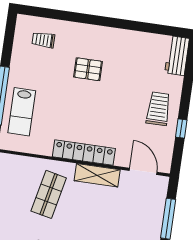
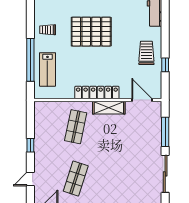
trolley: (43, 40) -> (48, 30), moved
pallet: (88, 69) -> (91, 32), width x2.05, depth x2.00

